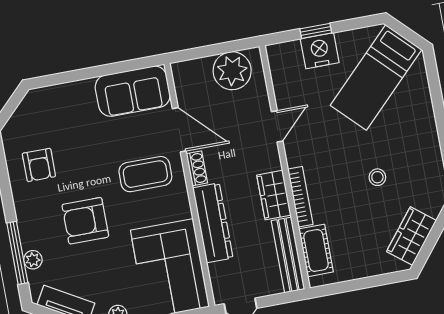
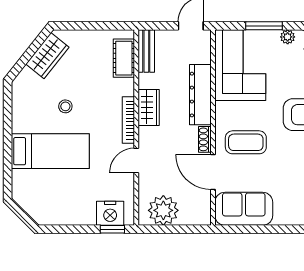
window: (316, 31) -> (112, 229), moved
nightstand: (320, 51) -> (110, 213), moved
bed: (376, 77) -> (50, 151), moved, turned 45
bookcase: (300, 197) -> (128, 120), moved
bench: (288, 255) -> (146, 51), width x0.73

